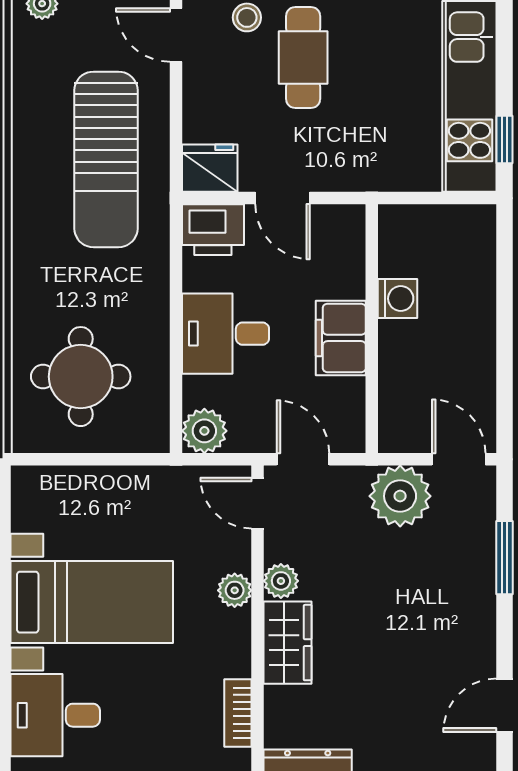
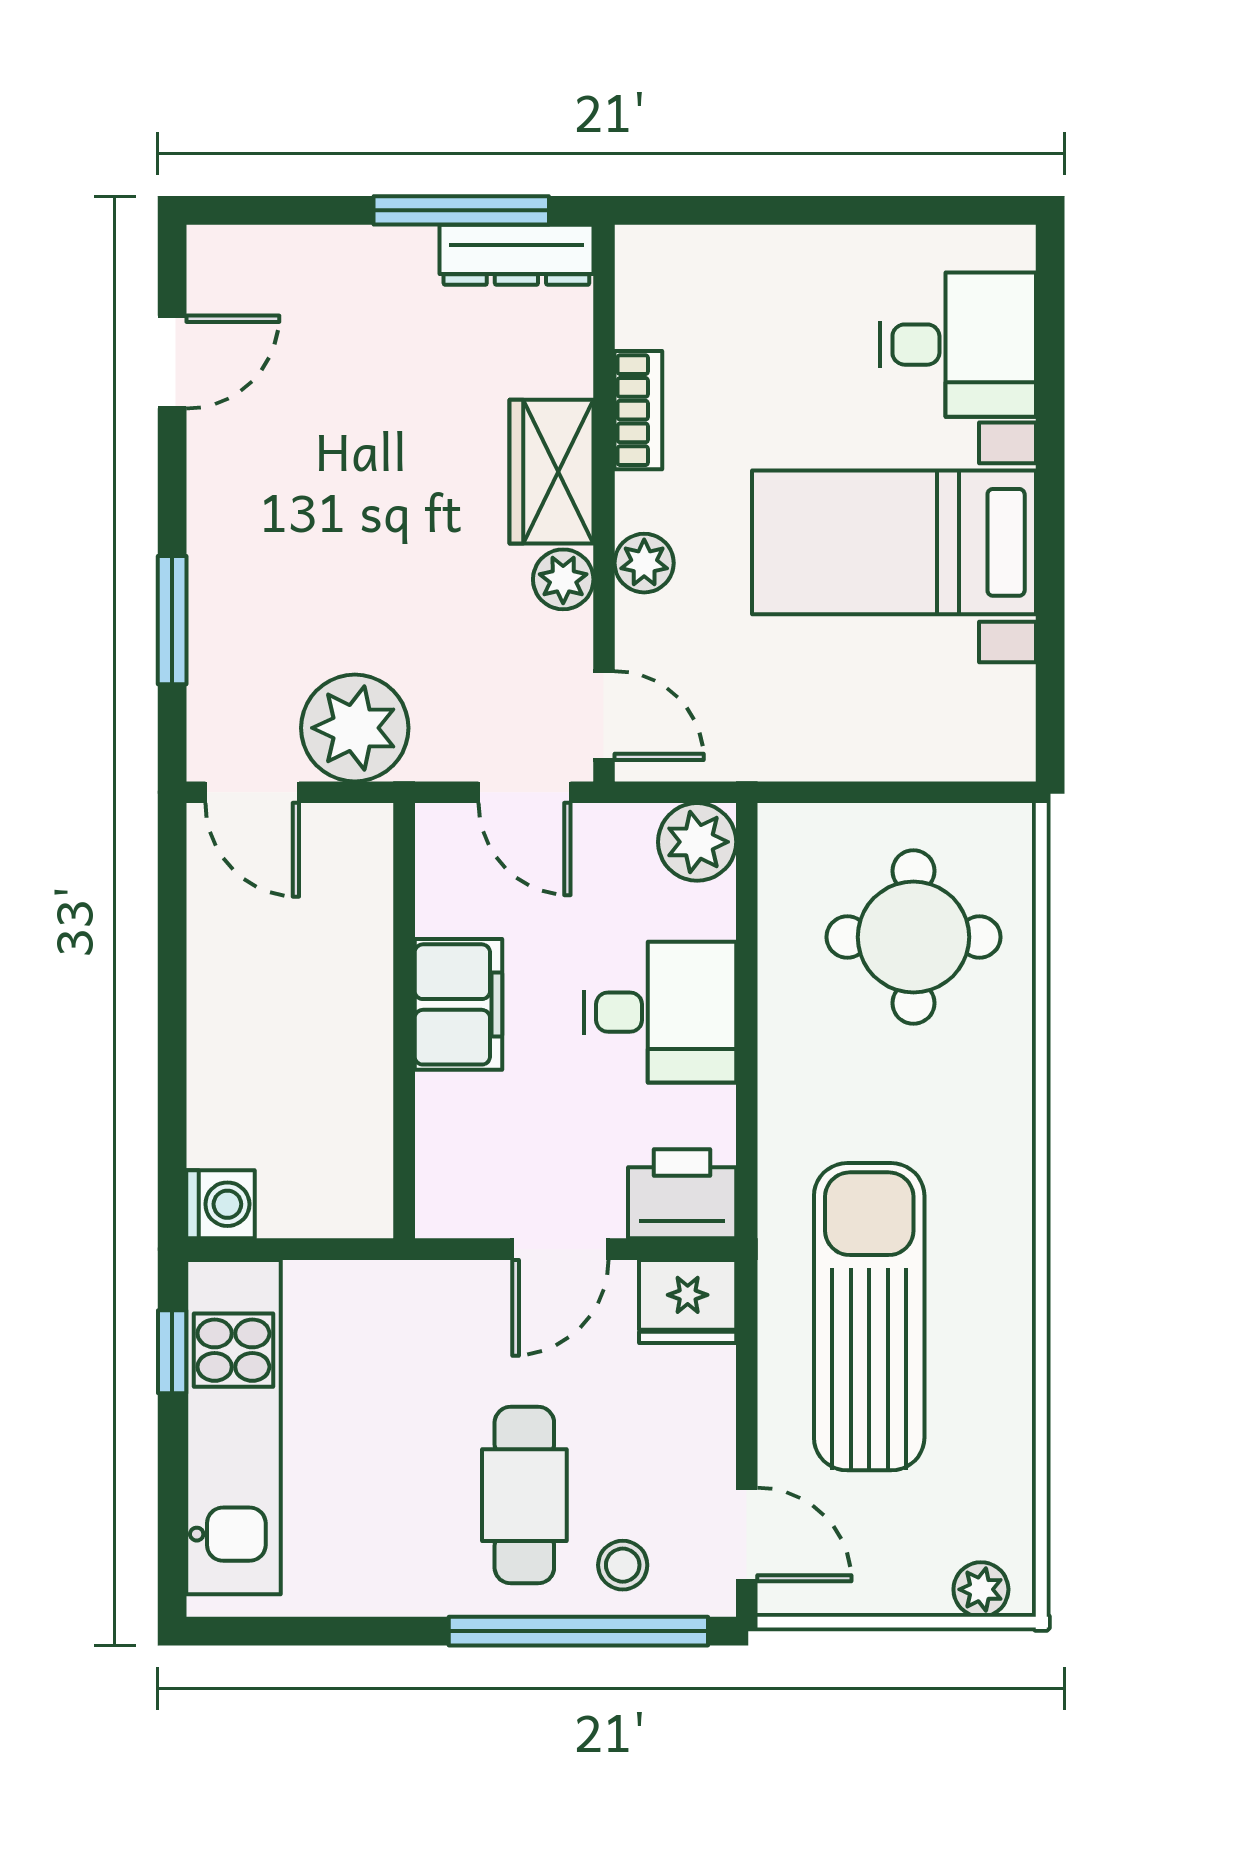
door: (283, 198) -> (560, 1249), swing flipped
washing machine: (398, 299) -> (221, 1204), moved, turned 180
bookcase: (238, 713) -> (638, 410), moved

